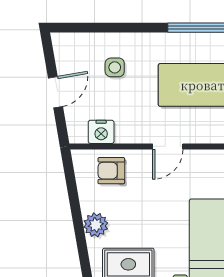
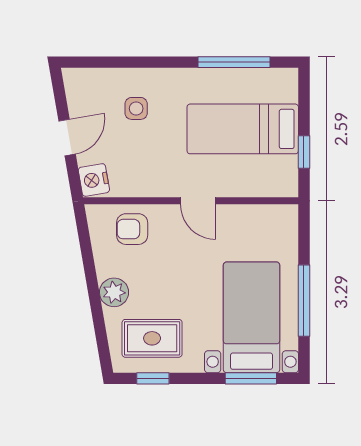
nightstand: (101, 132) -> (94, 180), moved, turned 80
door: (168, 146) -> (198, 201), hinge flipped

